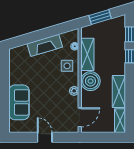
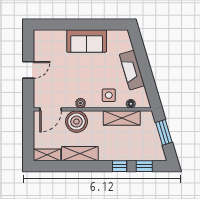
boiler: (90, 81) -> (76, 122), moved
sofa: (19, 102) -> (87, 41), moved
door: (80, 117) -> (51, 109), hinge flipped

